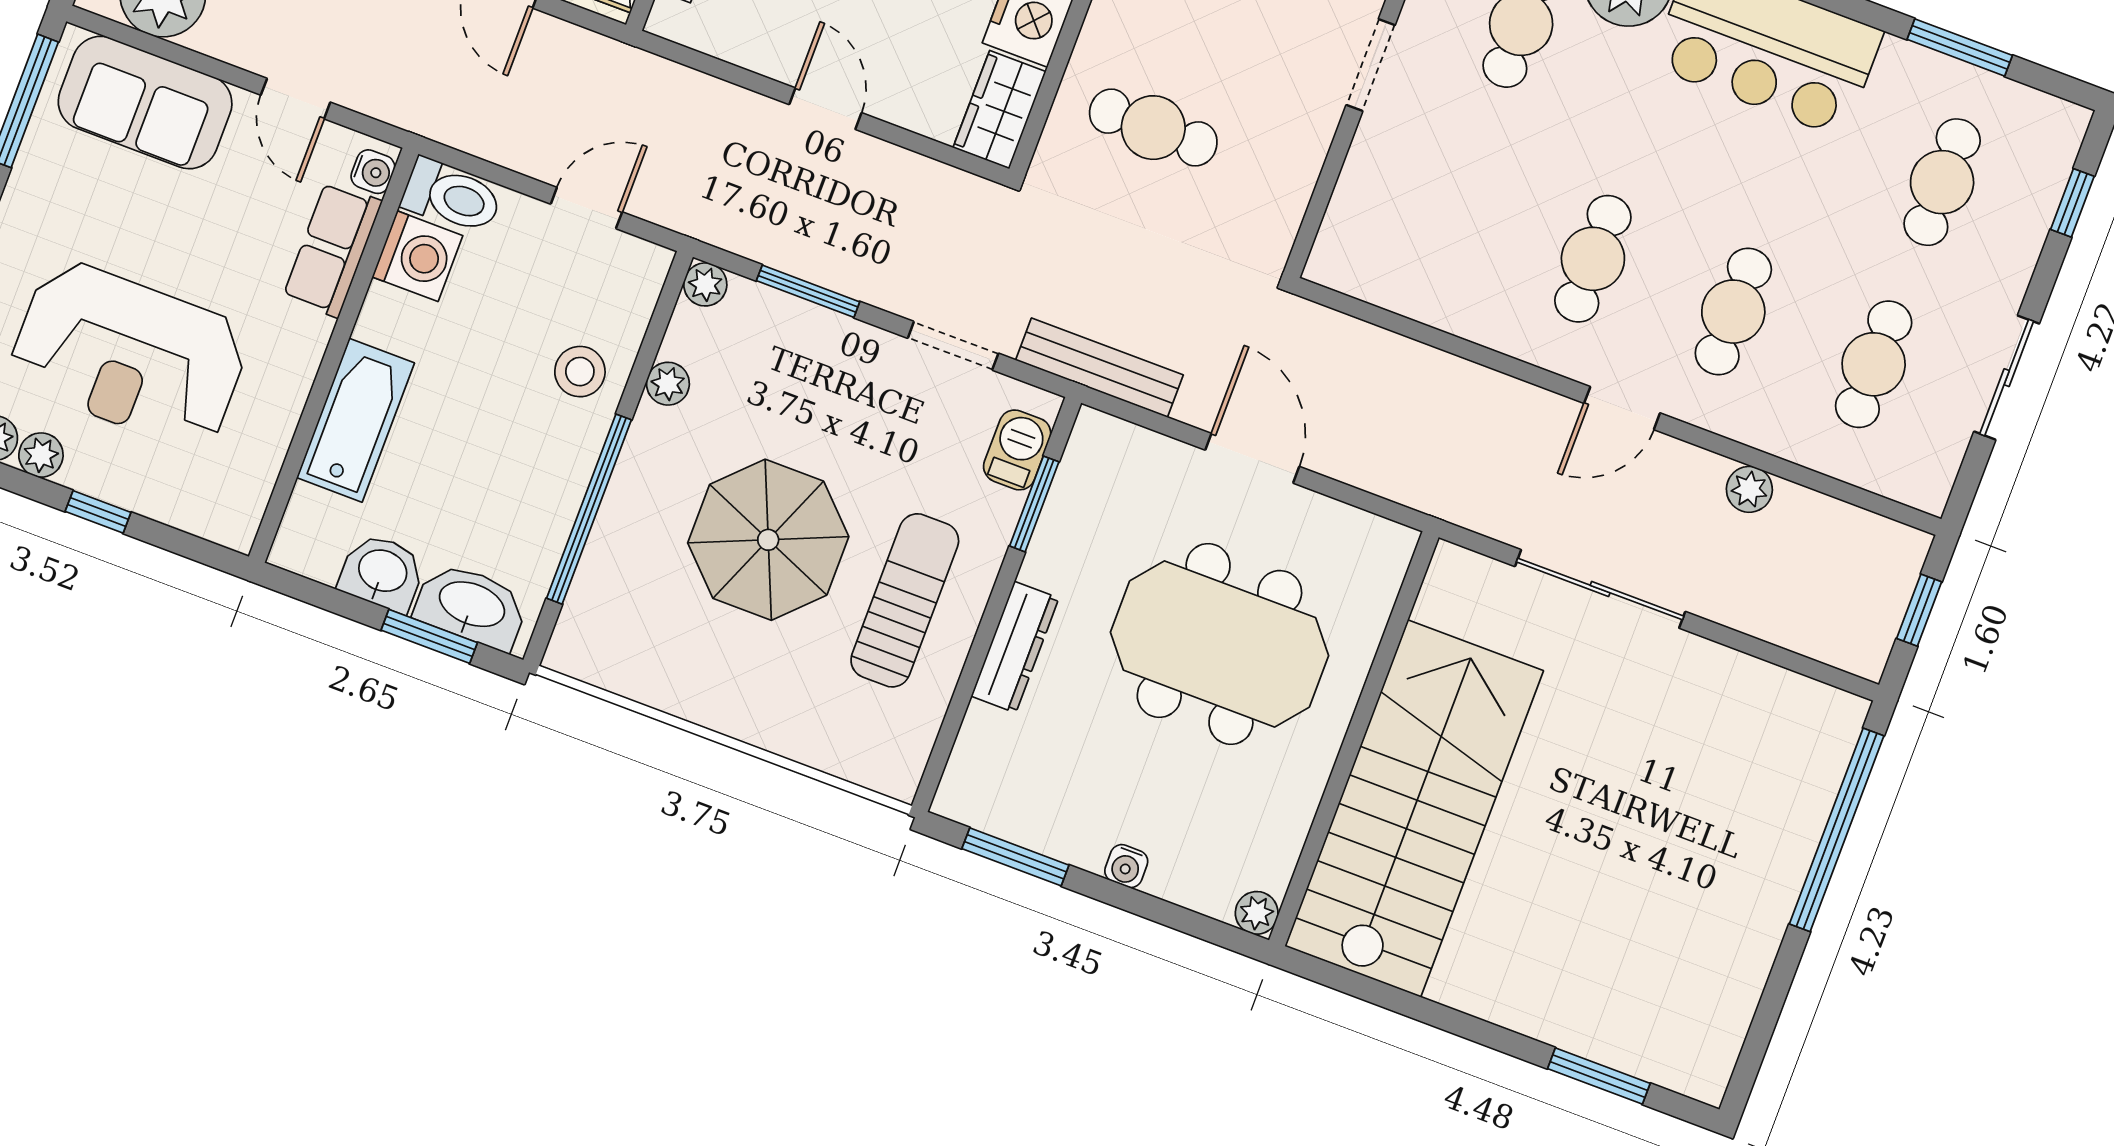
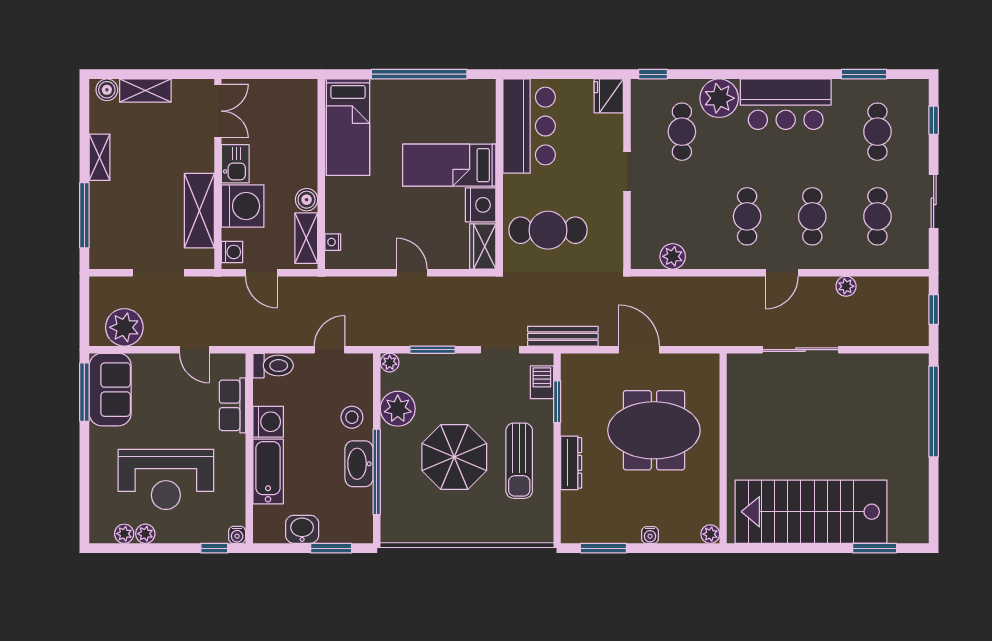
sofa: (145, 102) -> (110, 390), moved, turned -90
cafe table: (1153, 128) -> (548, 230), width x1.37, depth x1.35
water cooler: (373, 172) -> (237, 535), moved, turned 90
washing machine: (417, 256) -> (268, 422), moved
plant: (1400, 285) -> (673, 256), added
plant: (668, 384) -> (398, 409), width x1.88, depth x1.88
window: (98, 512) -> (214, 548), moved
sun lounger: (905, 600) -> (519, 461), turned 180
washbasin: (471, 606) -> (359, 464), moved, turned -90
stairs: (1414, 808) -> (811, 512), moved, turned -90

